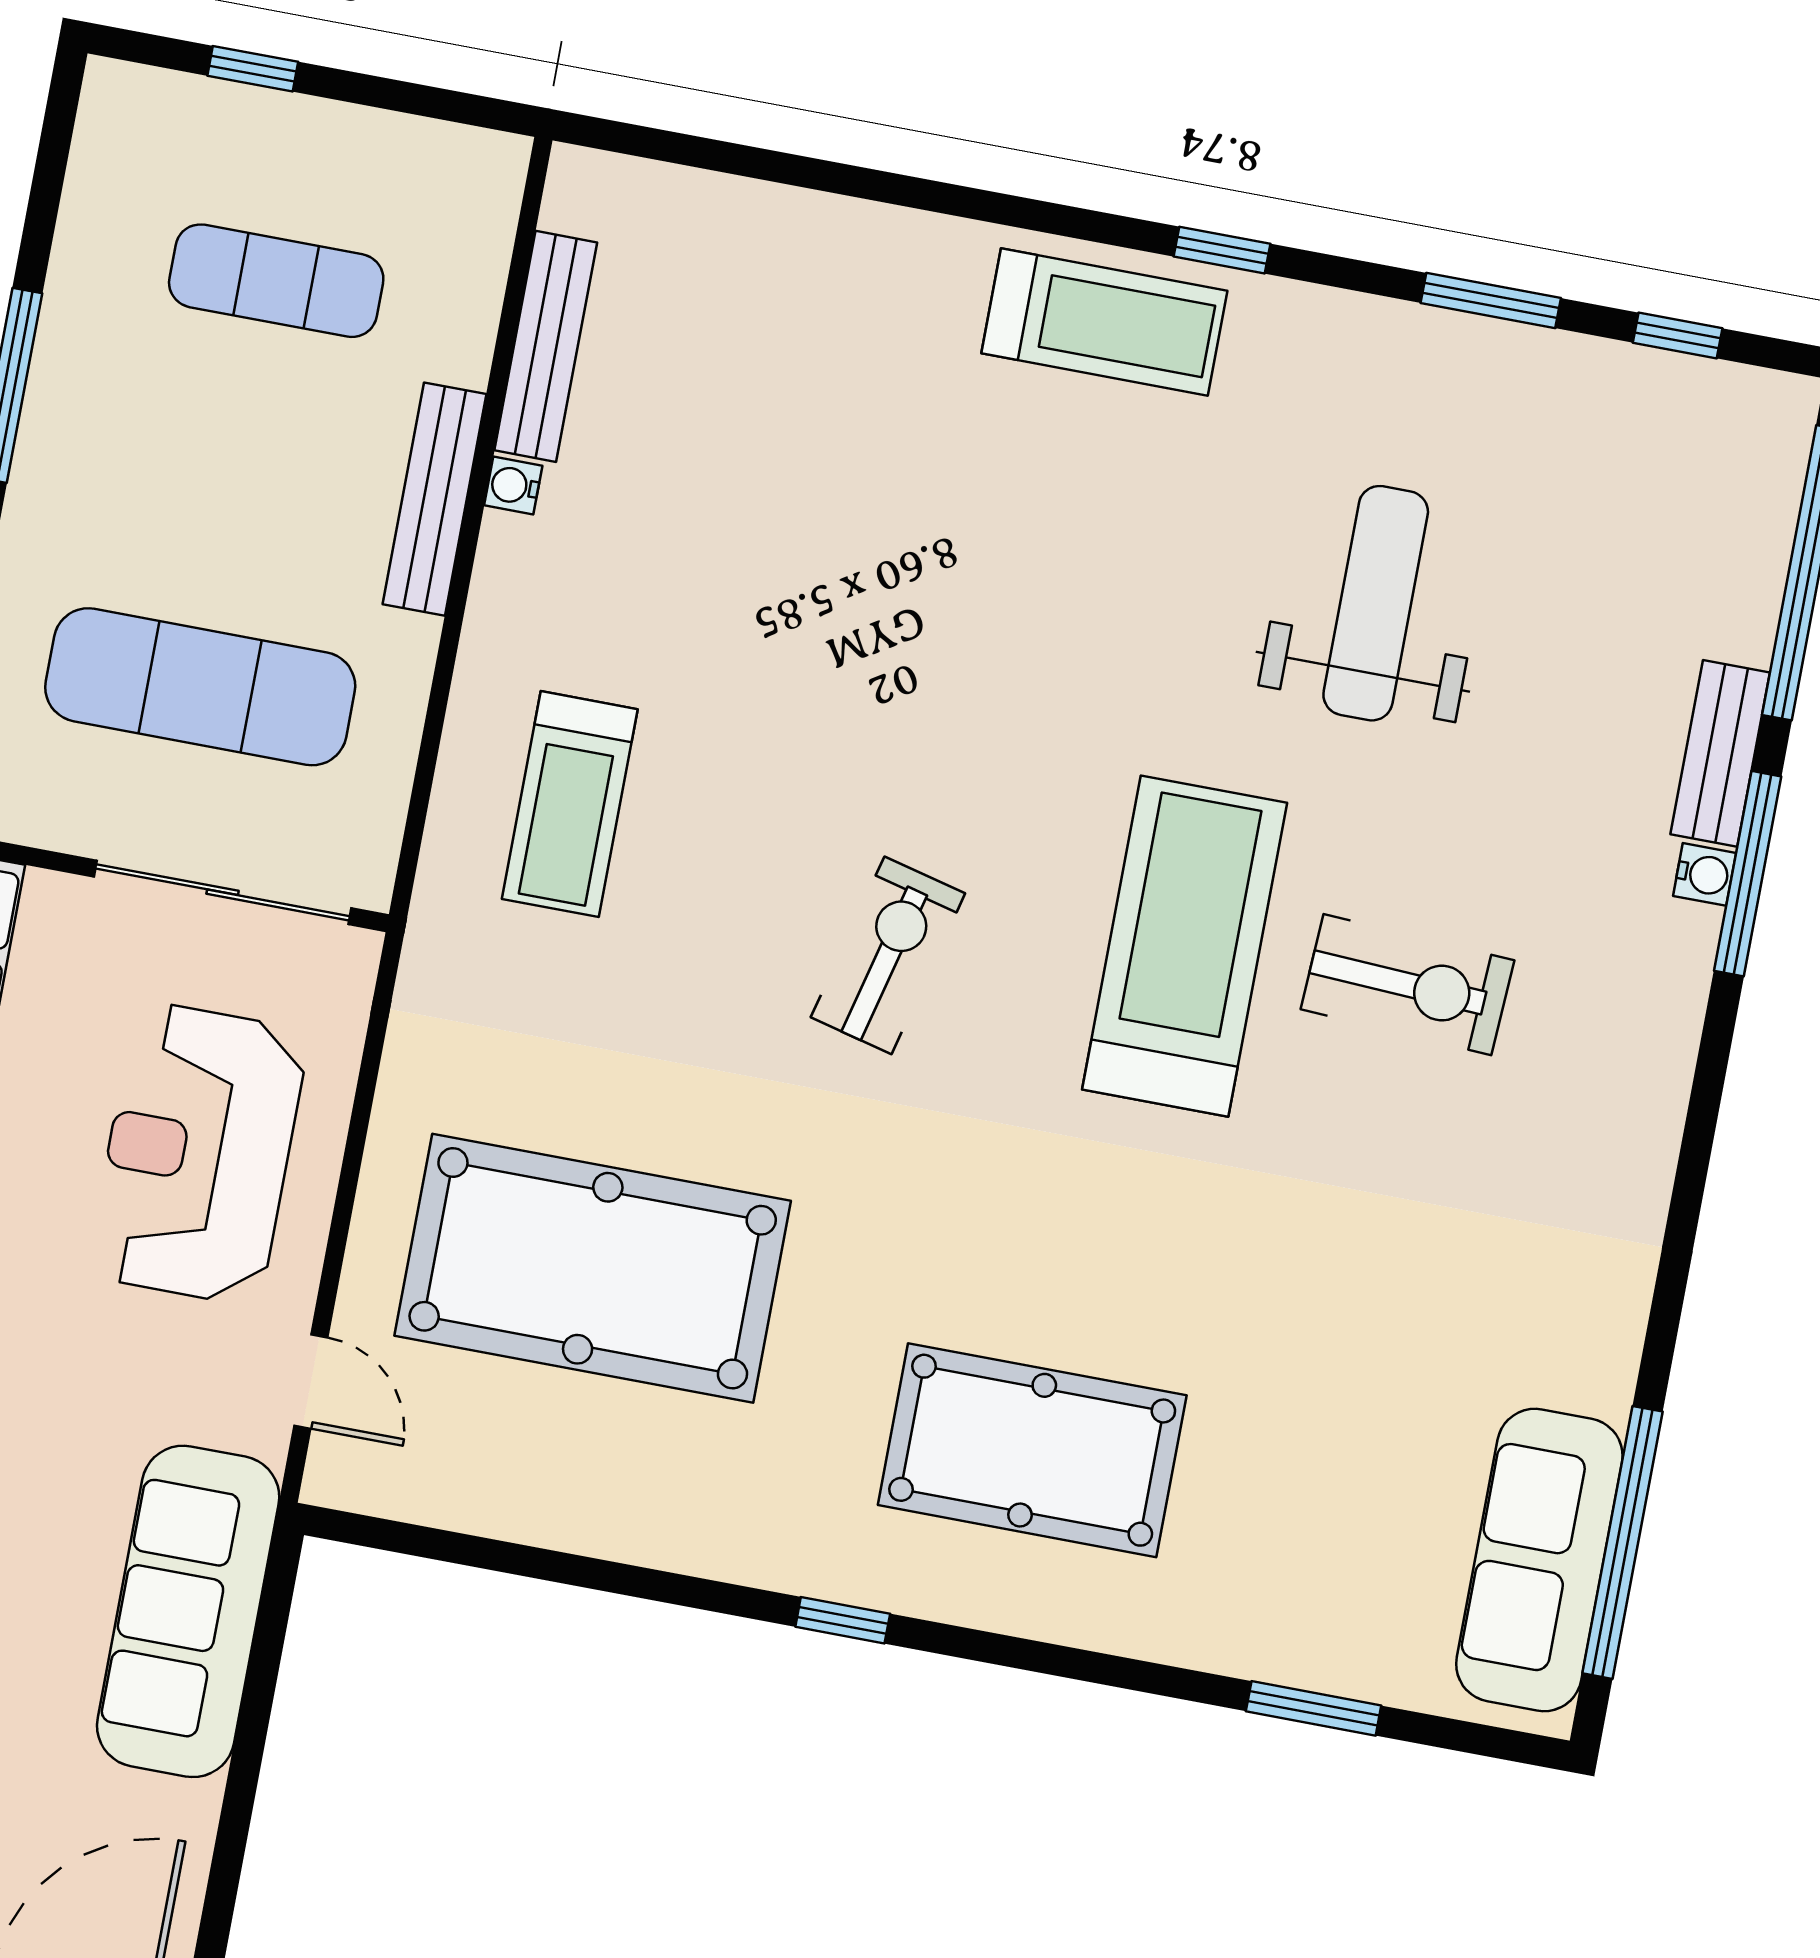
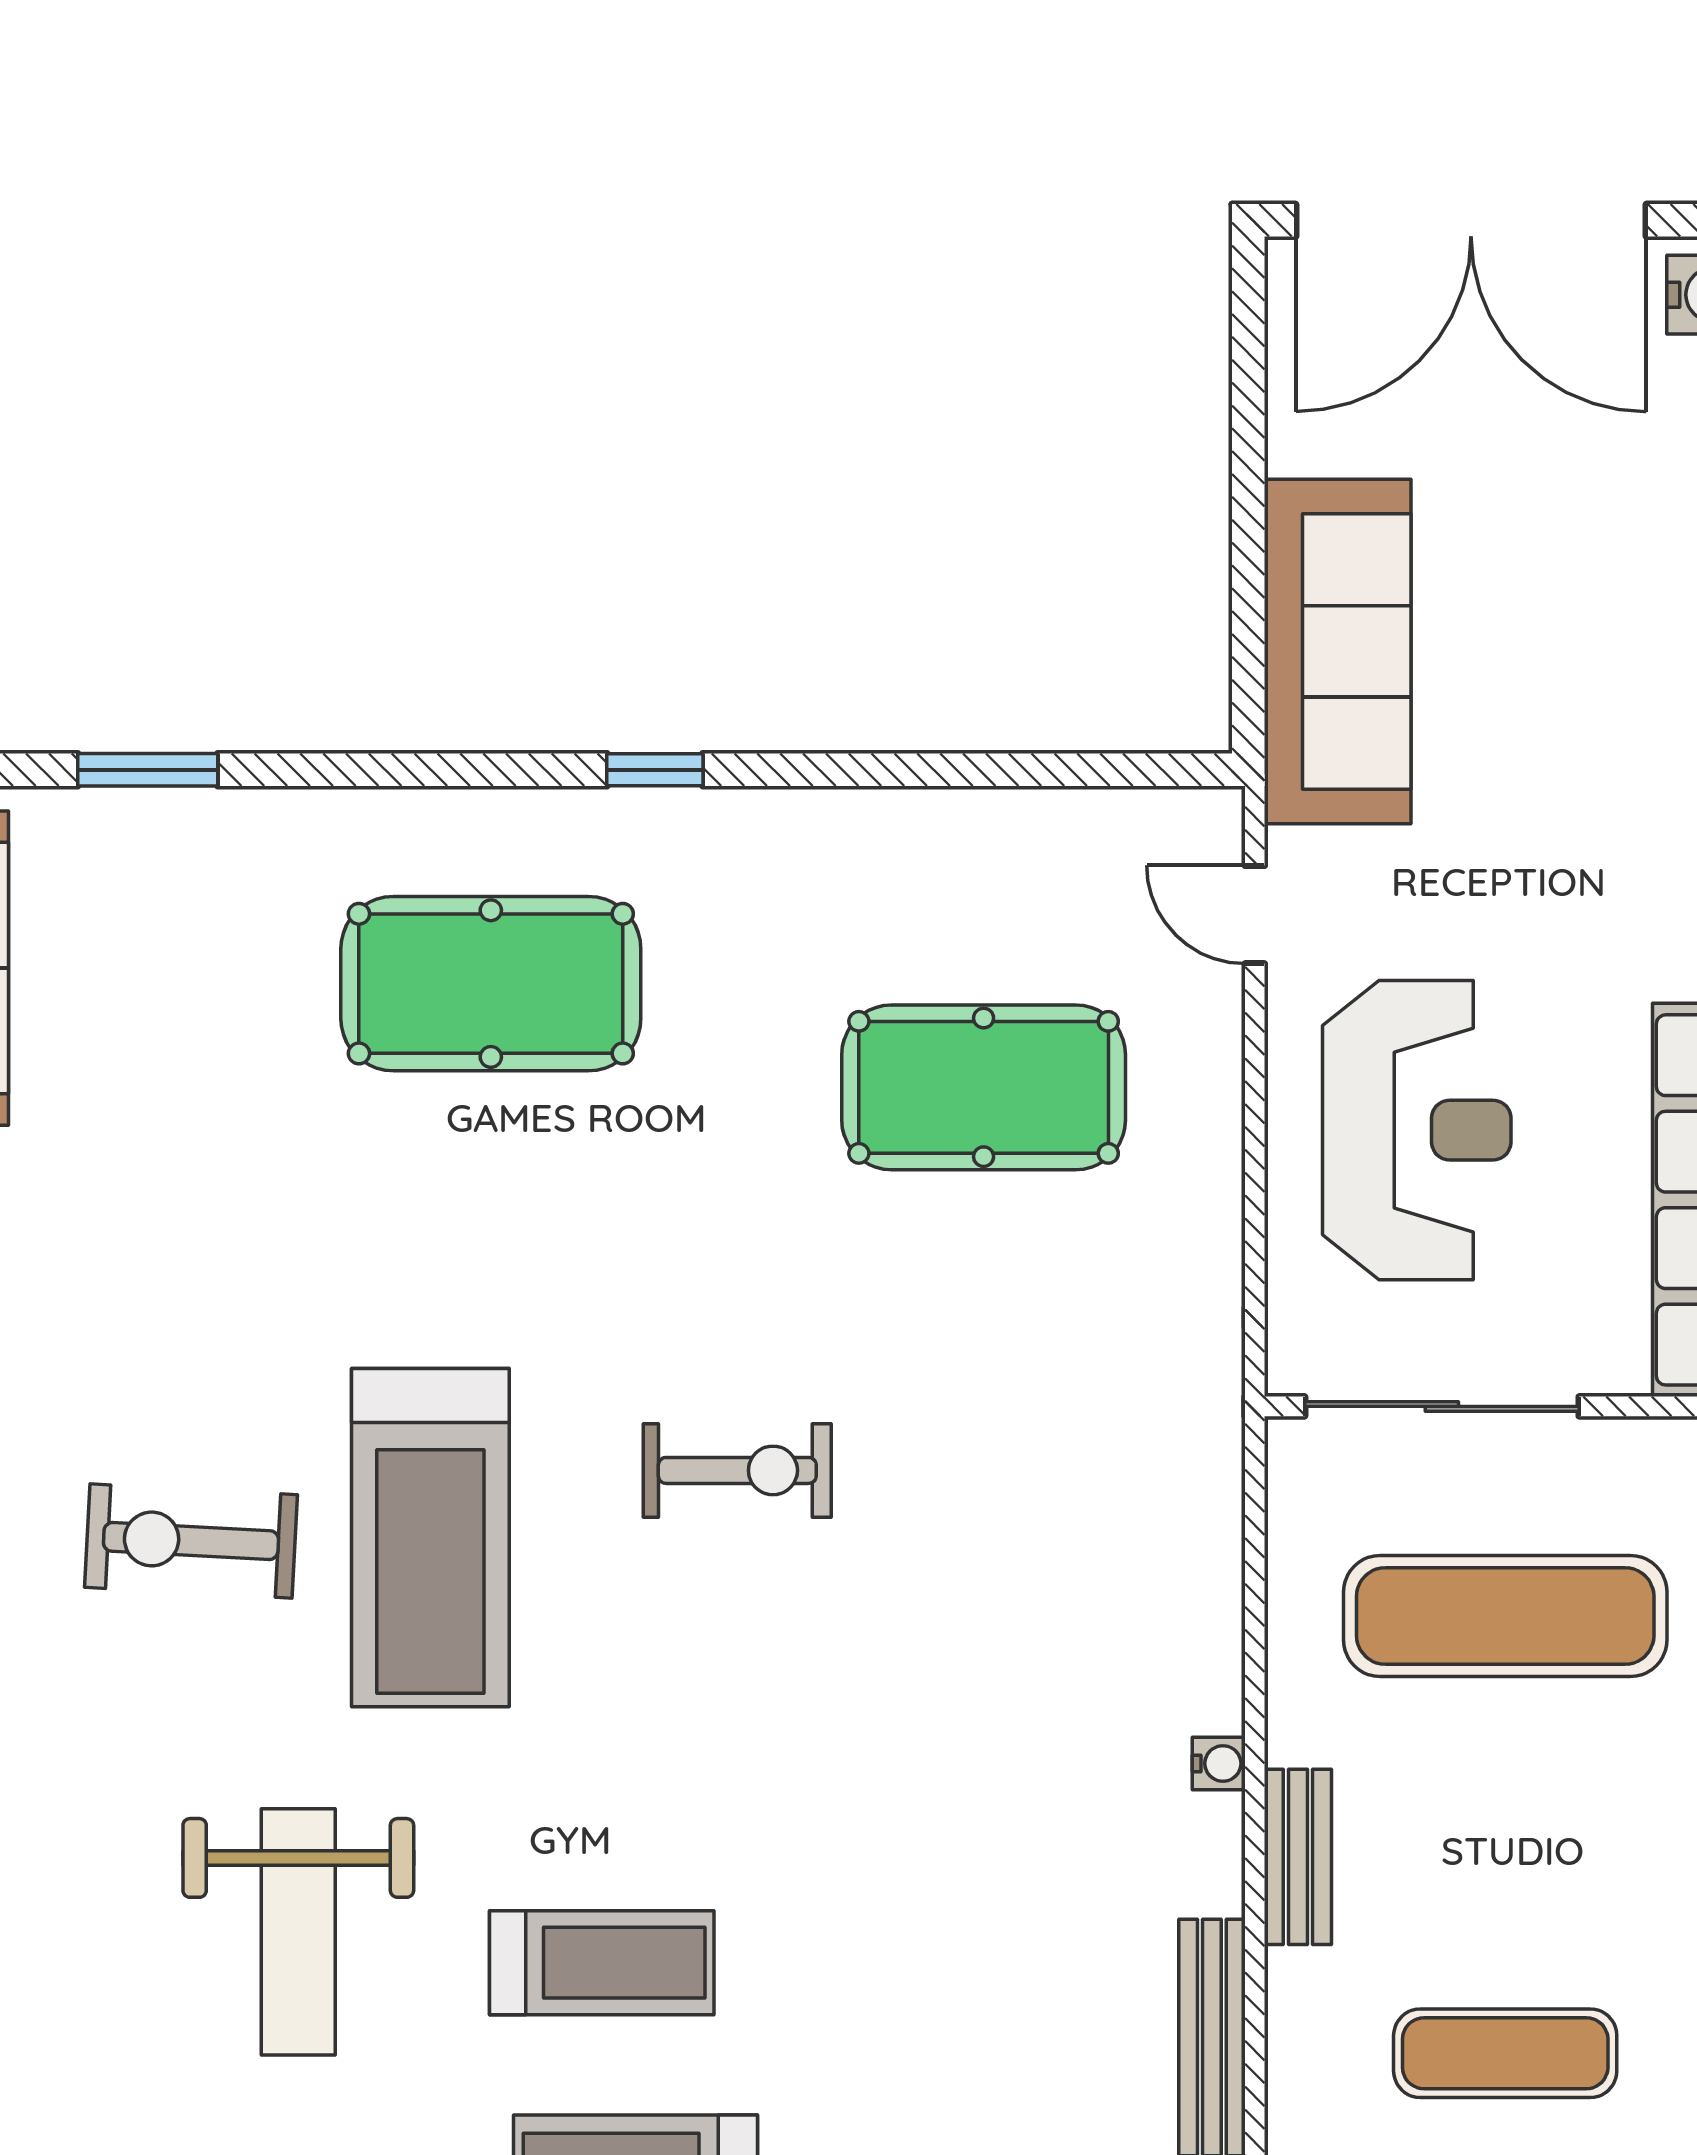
water cooler: (513, 486) -> (1219, 1763), moved
bench: (435, 499) -> (1298, 1857), width x0.73
treadmill: (570, 804) -> (602, 1963), moved, turned 90
exercise bike: (888, 955) -> (737, 1470), turned -104
pool table: (593, 1268) -> (984, 1087), width x0.73, depth x0.76

